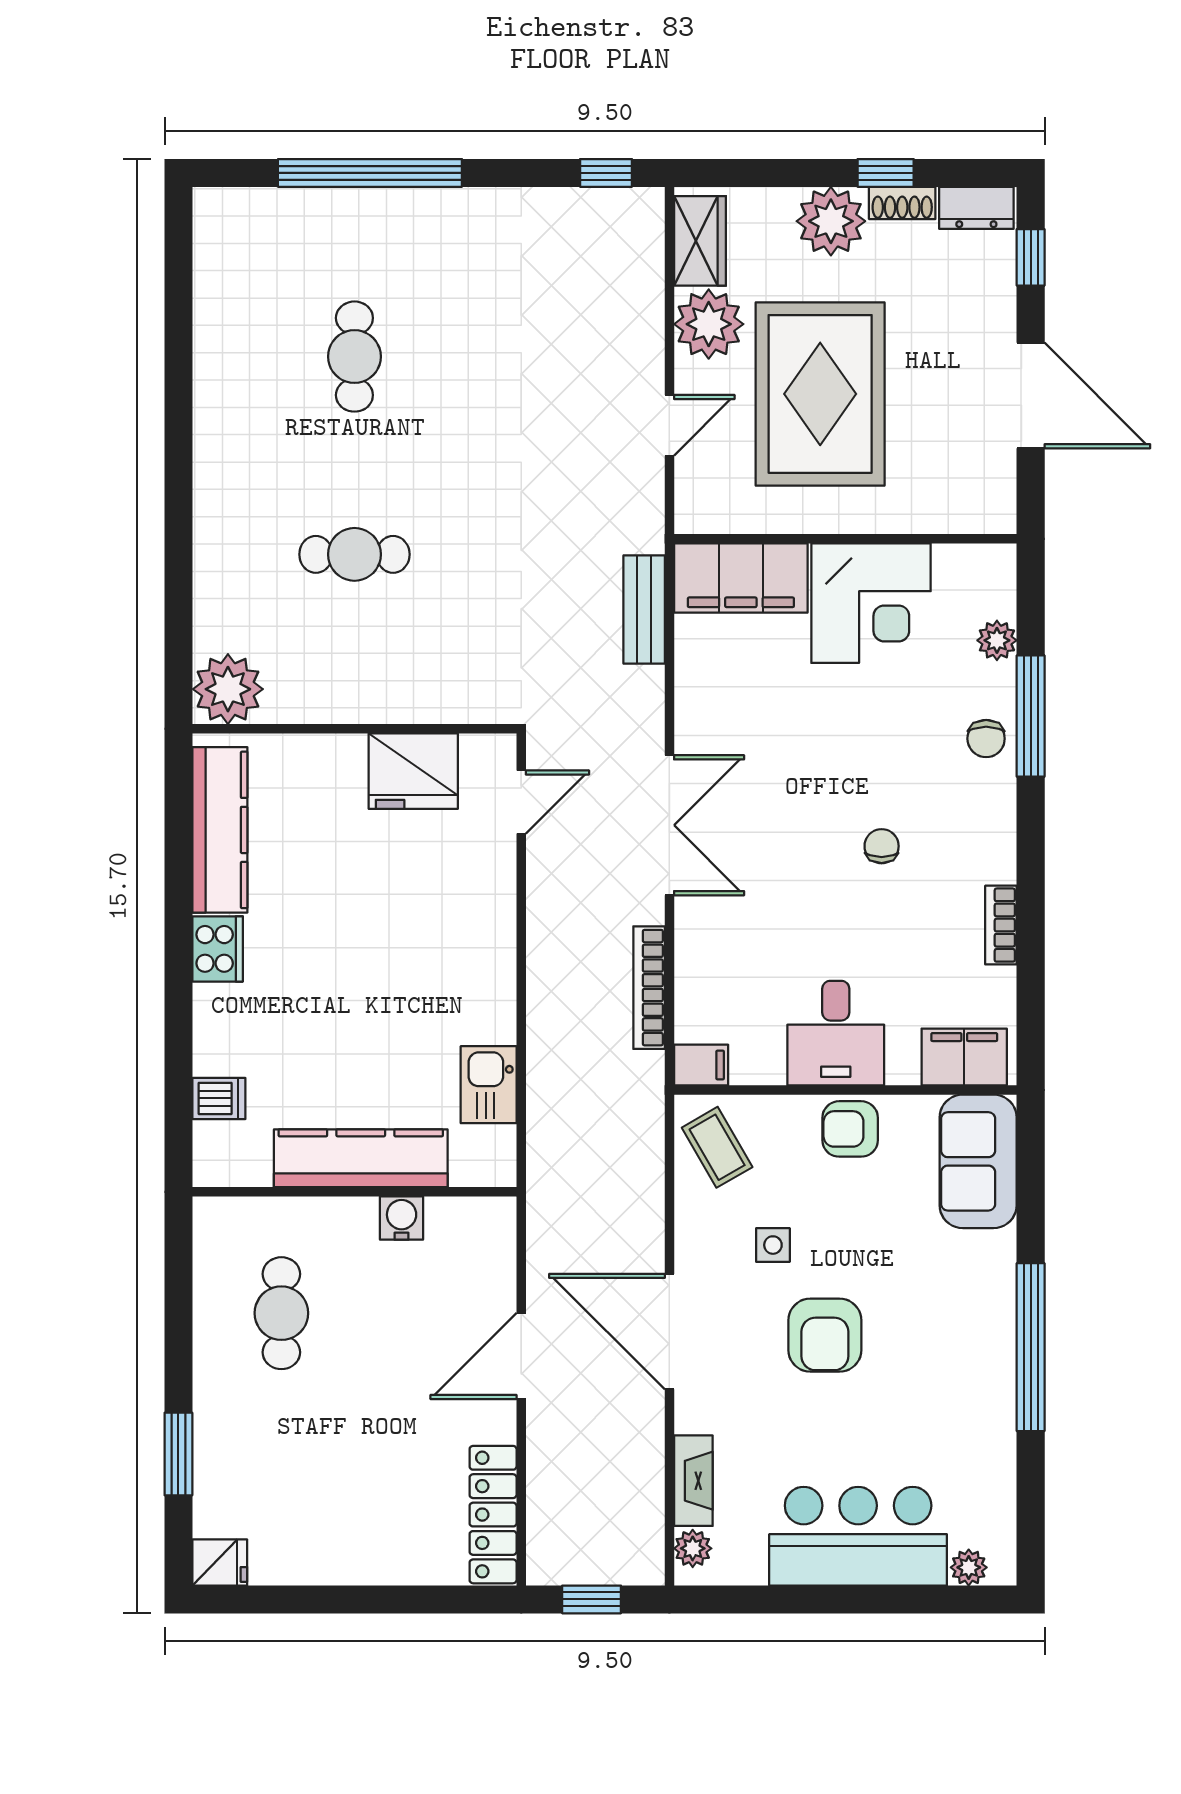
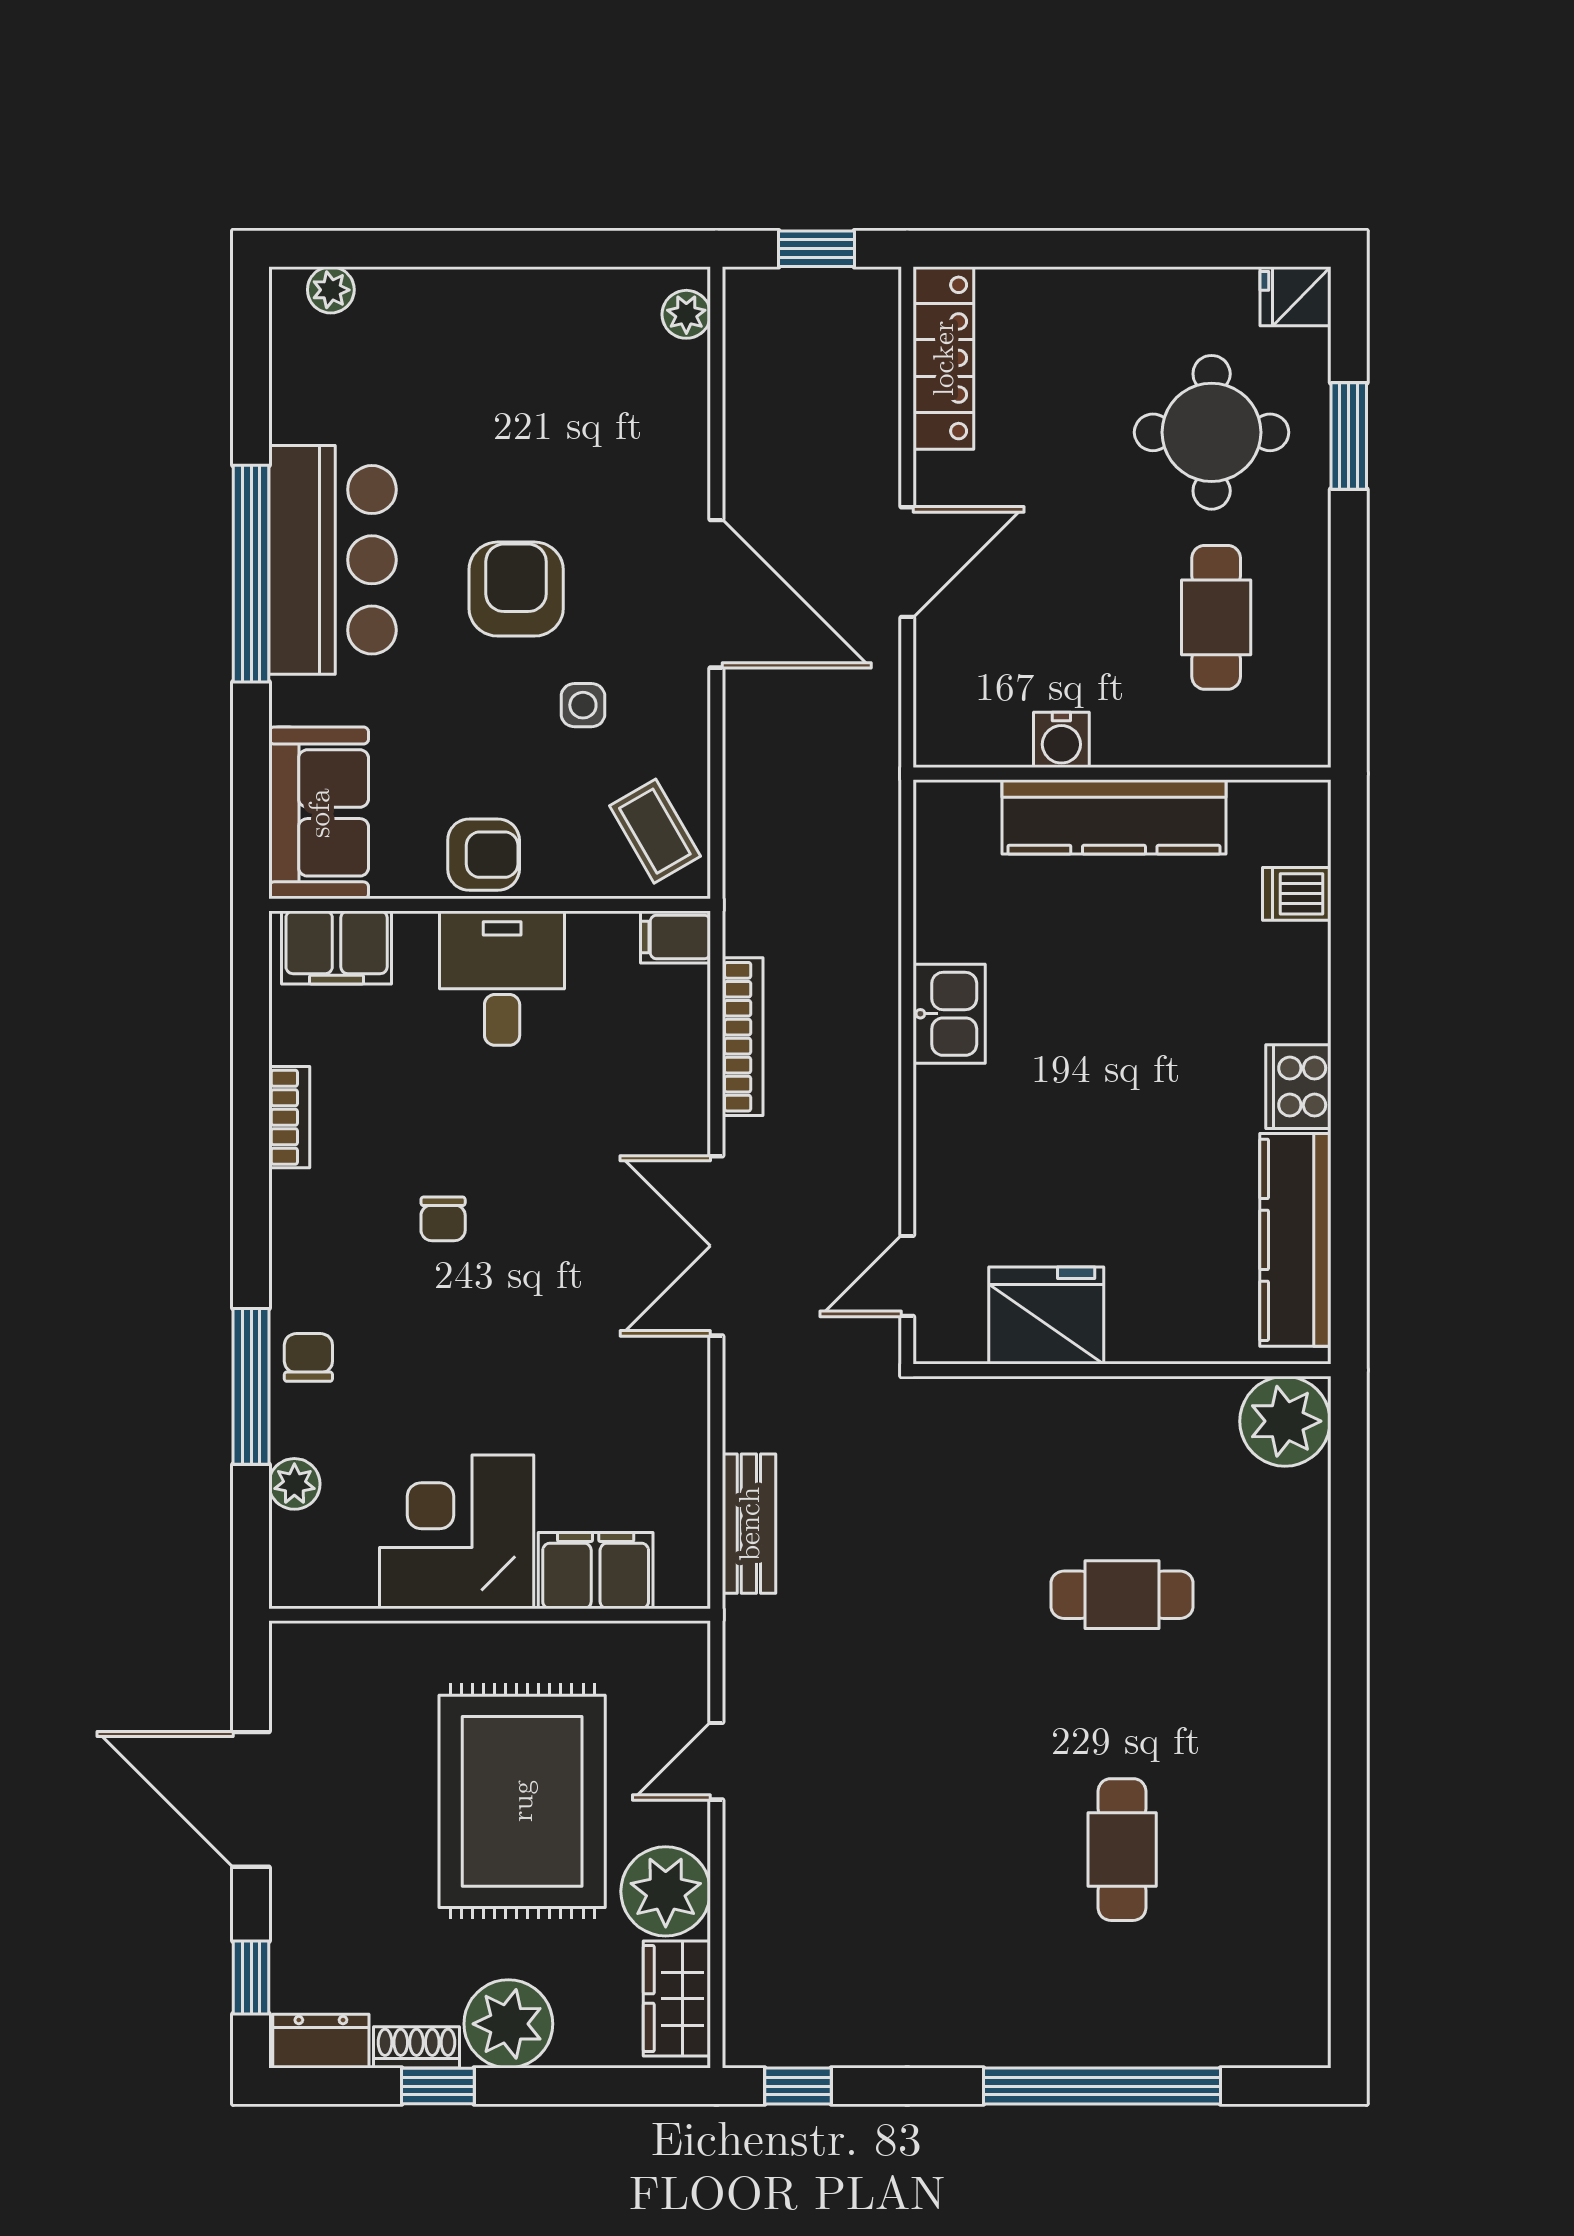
filing cabinet: (741, 578) -> (596, 1571), width x0.67, depth x0.86
kitchen sink: (489, 1085) -> (949, 1014), moved
round table: (285, 1457) -> (1212, 432), added
fireplace: (693, 1481) -> (685, 402), removed
bar counter: (858, 1536) -> (333, 560), moved, turned -90

